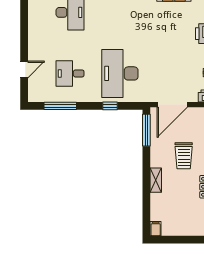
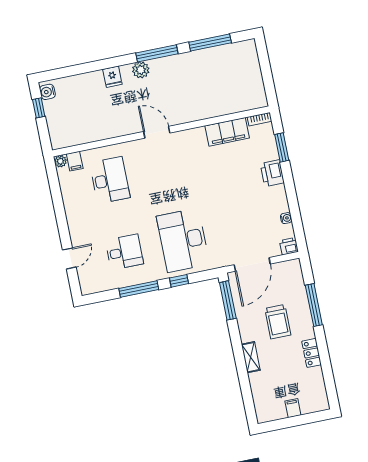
desk: (70, 73) -> (124, 252), turned 180
window: (60, 106) -> (139, 289), moved
filing cabinet: (156, 229) -> (293, 408), moved

